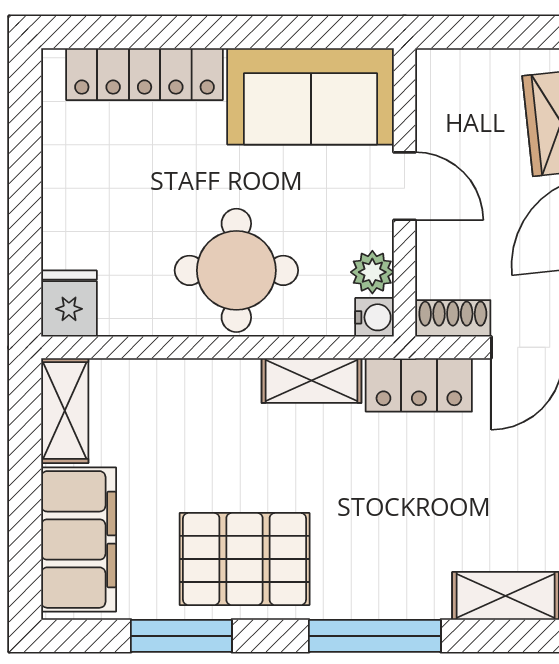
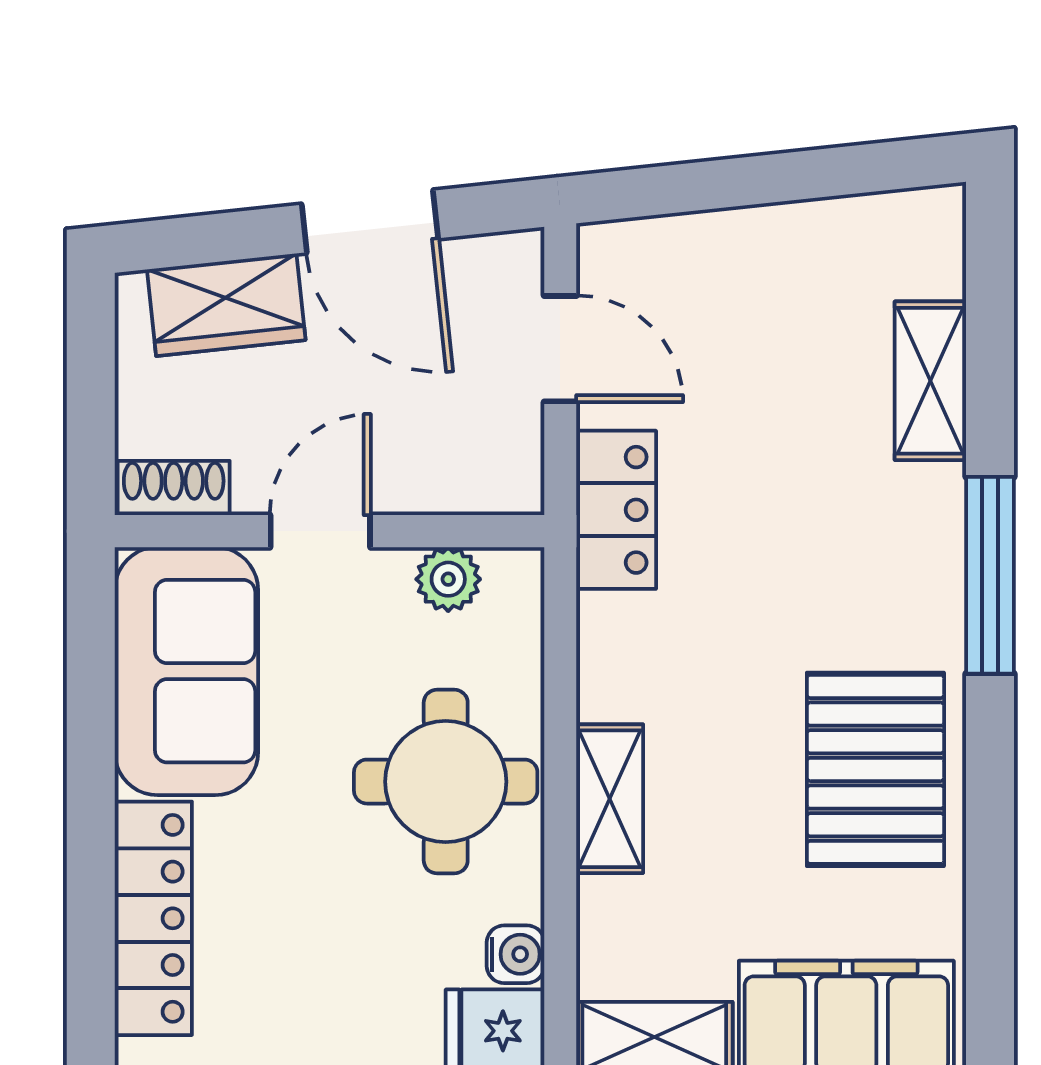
water cooler: (374, 317) -> (516, 954), moved, turned 90
shoe rack: (453, 318) -> (174, 488), moved, turned 90
shelving: (312, 381) -> (610, 799), moved
window: (181, 636) -> (990, 863), removed

